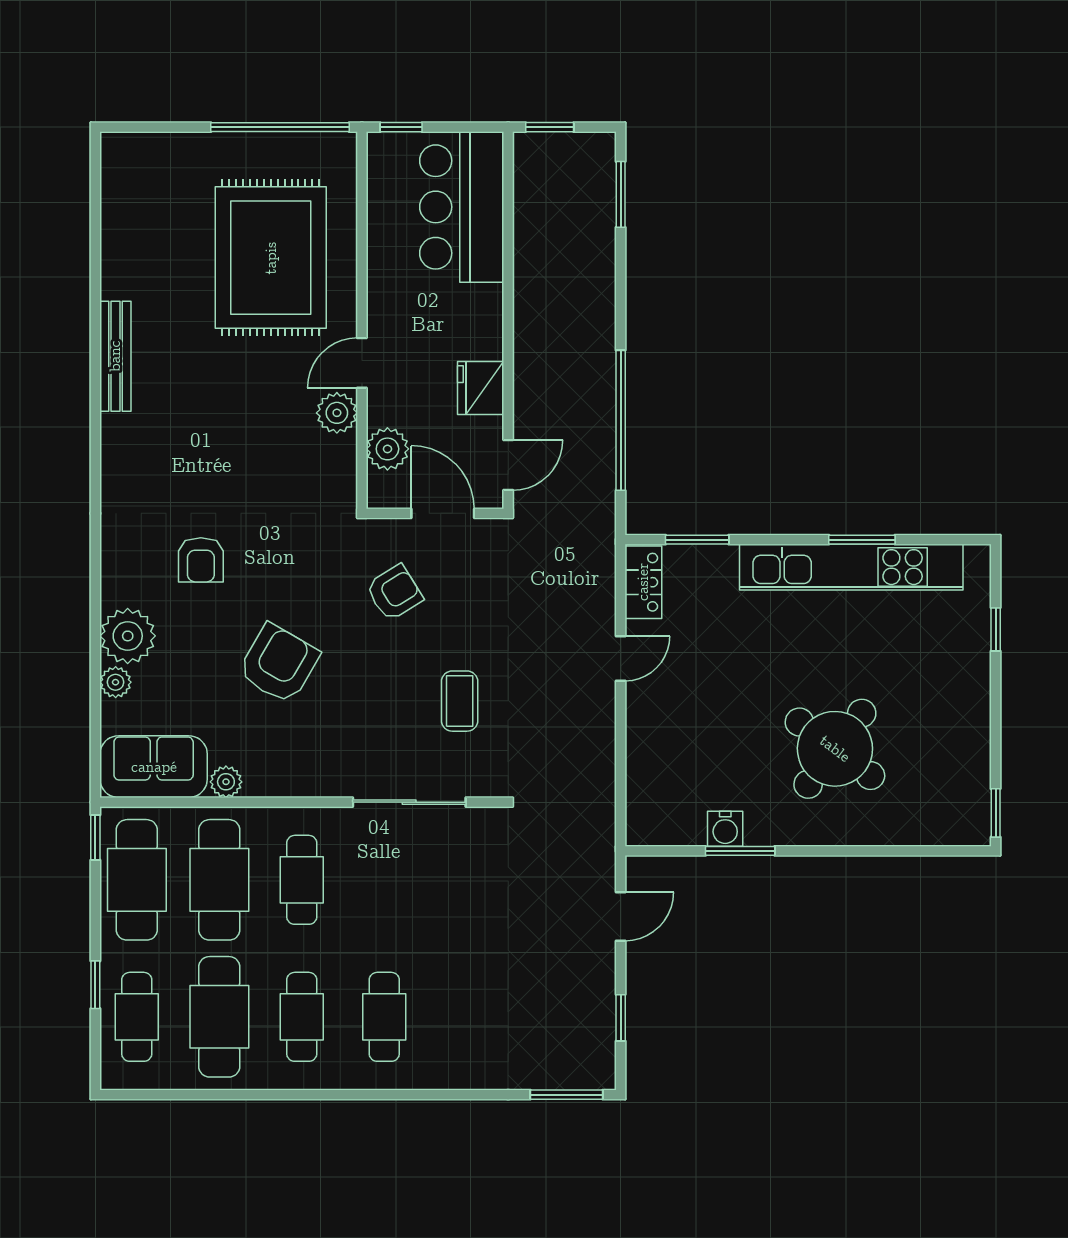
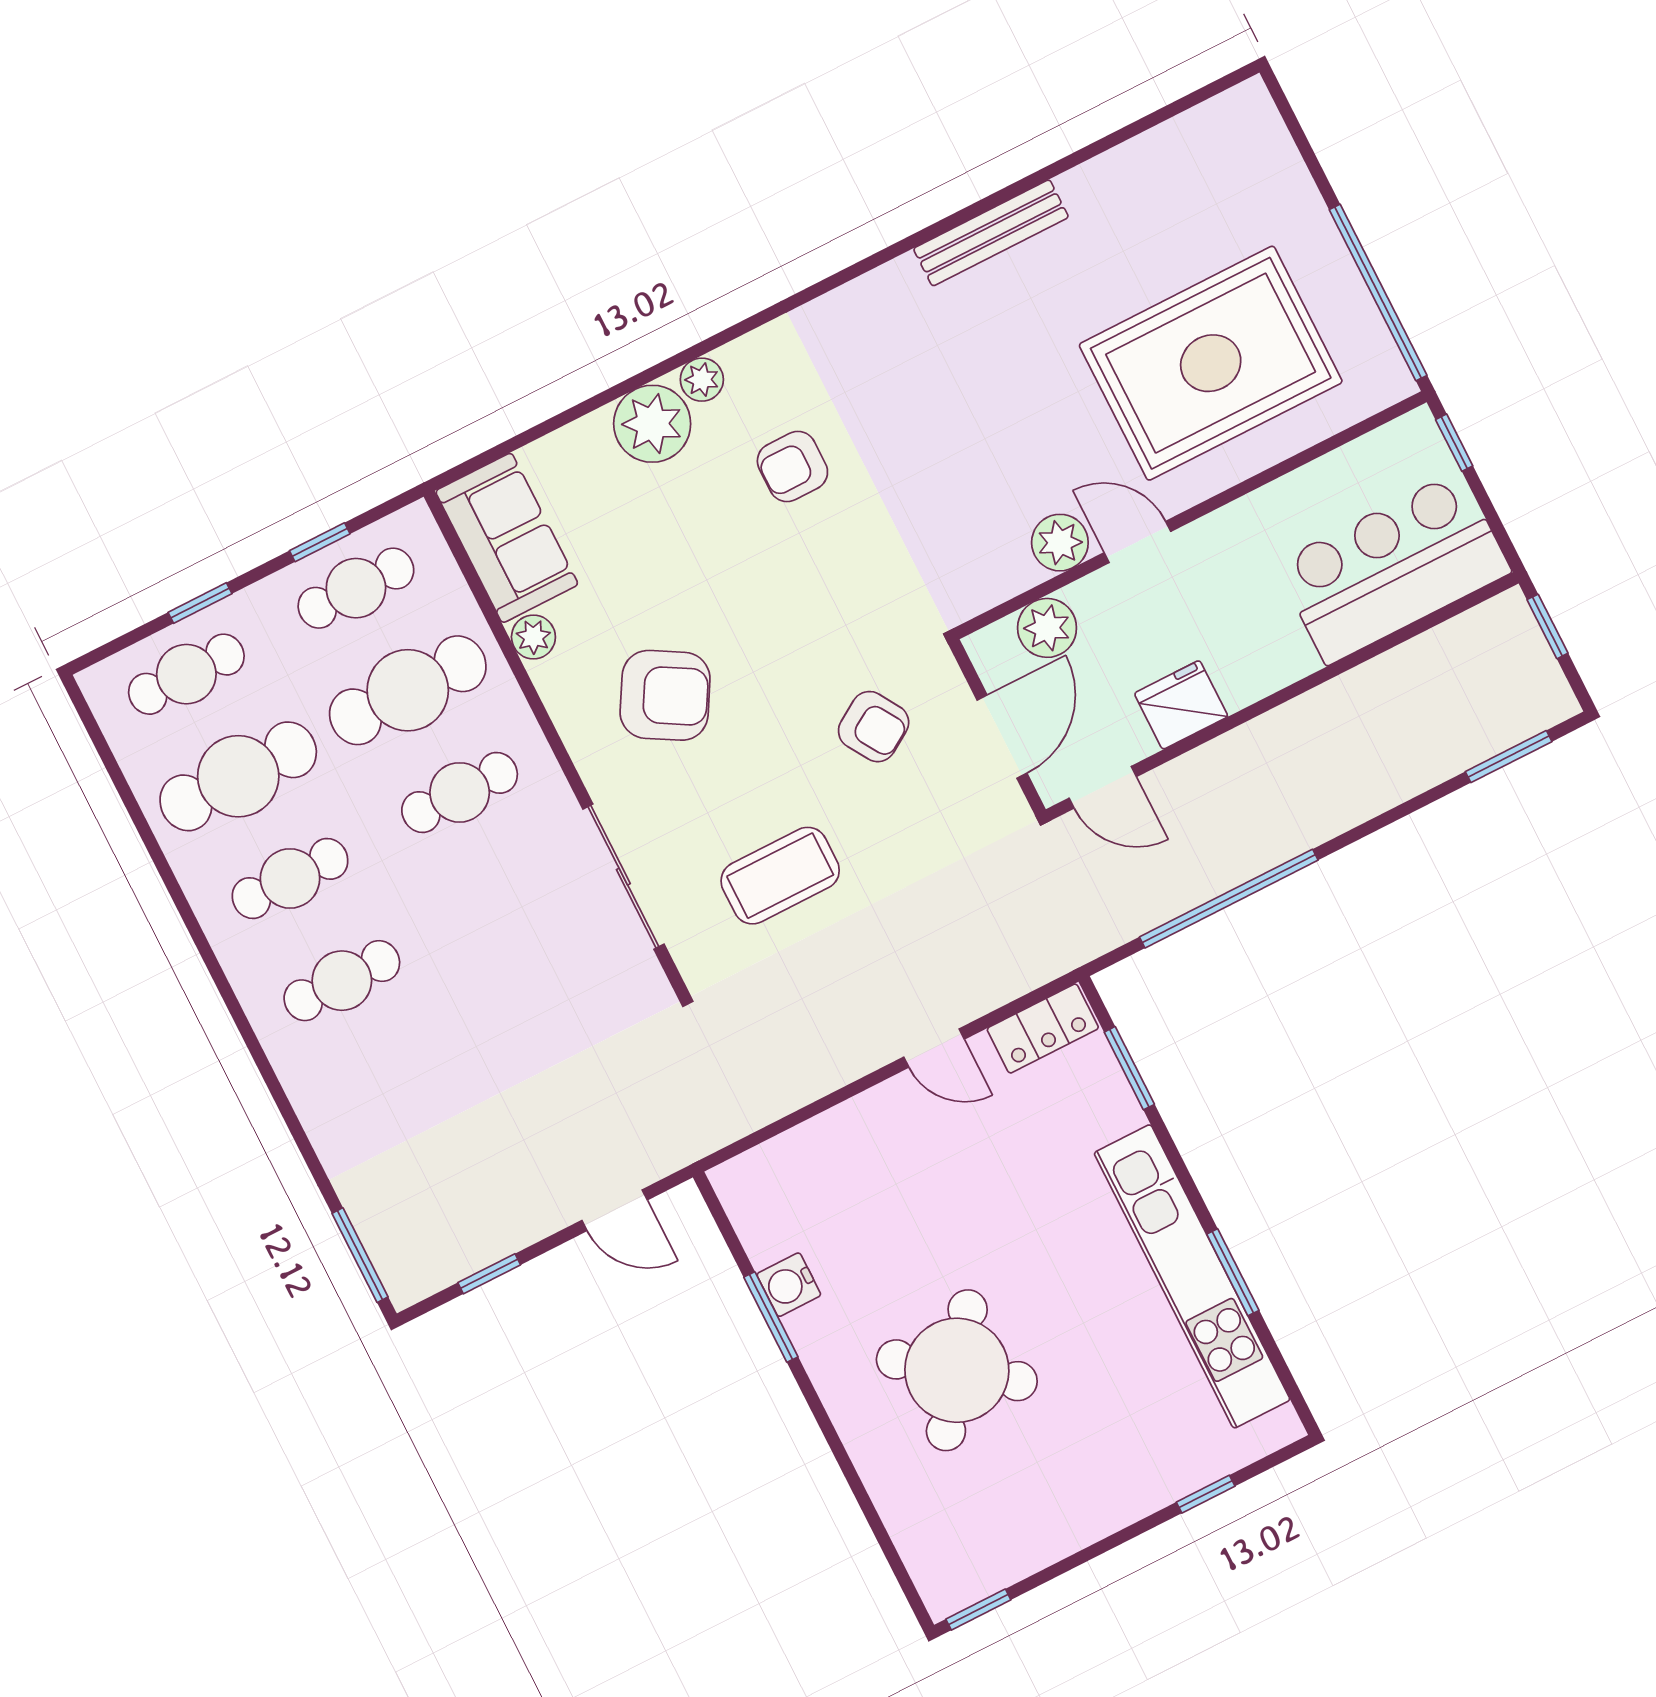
armchair: (279, 664) -> (665, 695), moved
plant: (116, 682) -> (702, 380), moved
coffee table: (460, 701) -> (780, 876), width x1.36, depth x1.30
window: (95, 838) -> (320, 542), moved
cafe table: (137, 880) -> (356, 588), width x0.73, depth x0.74

